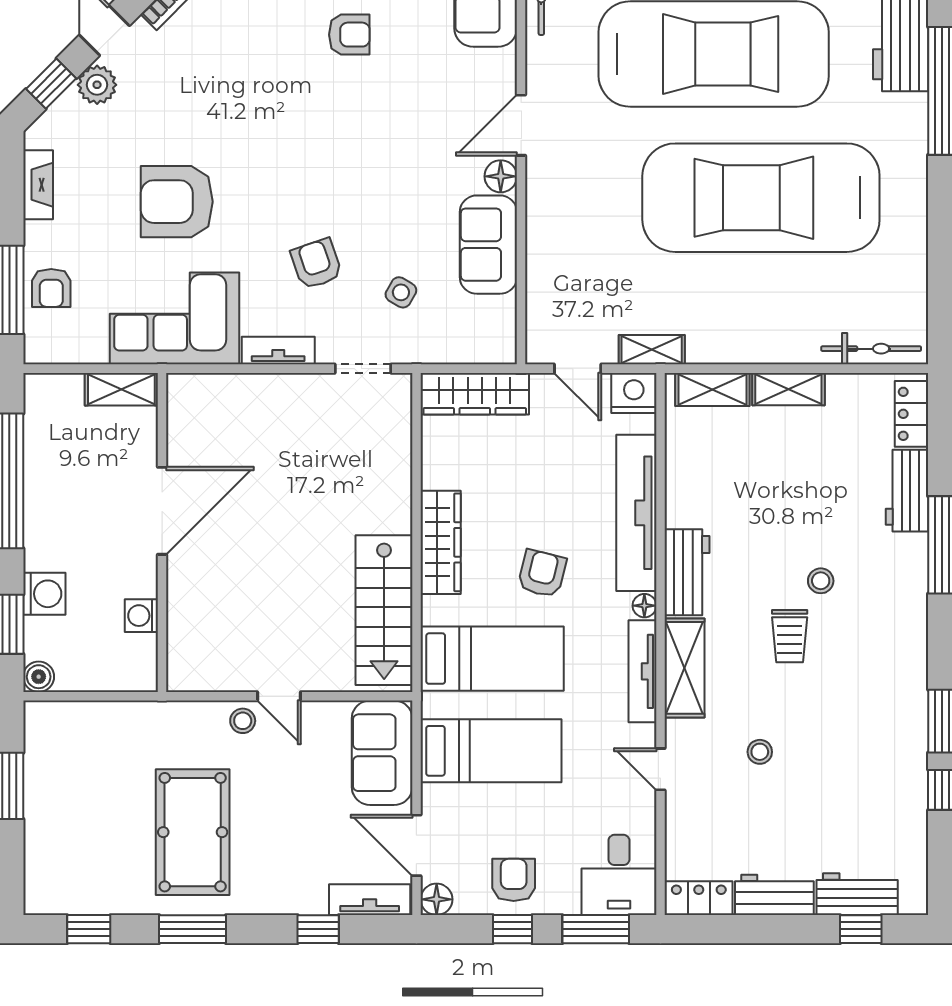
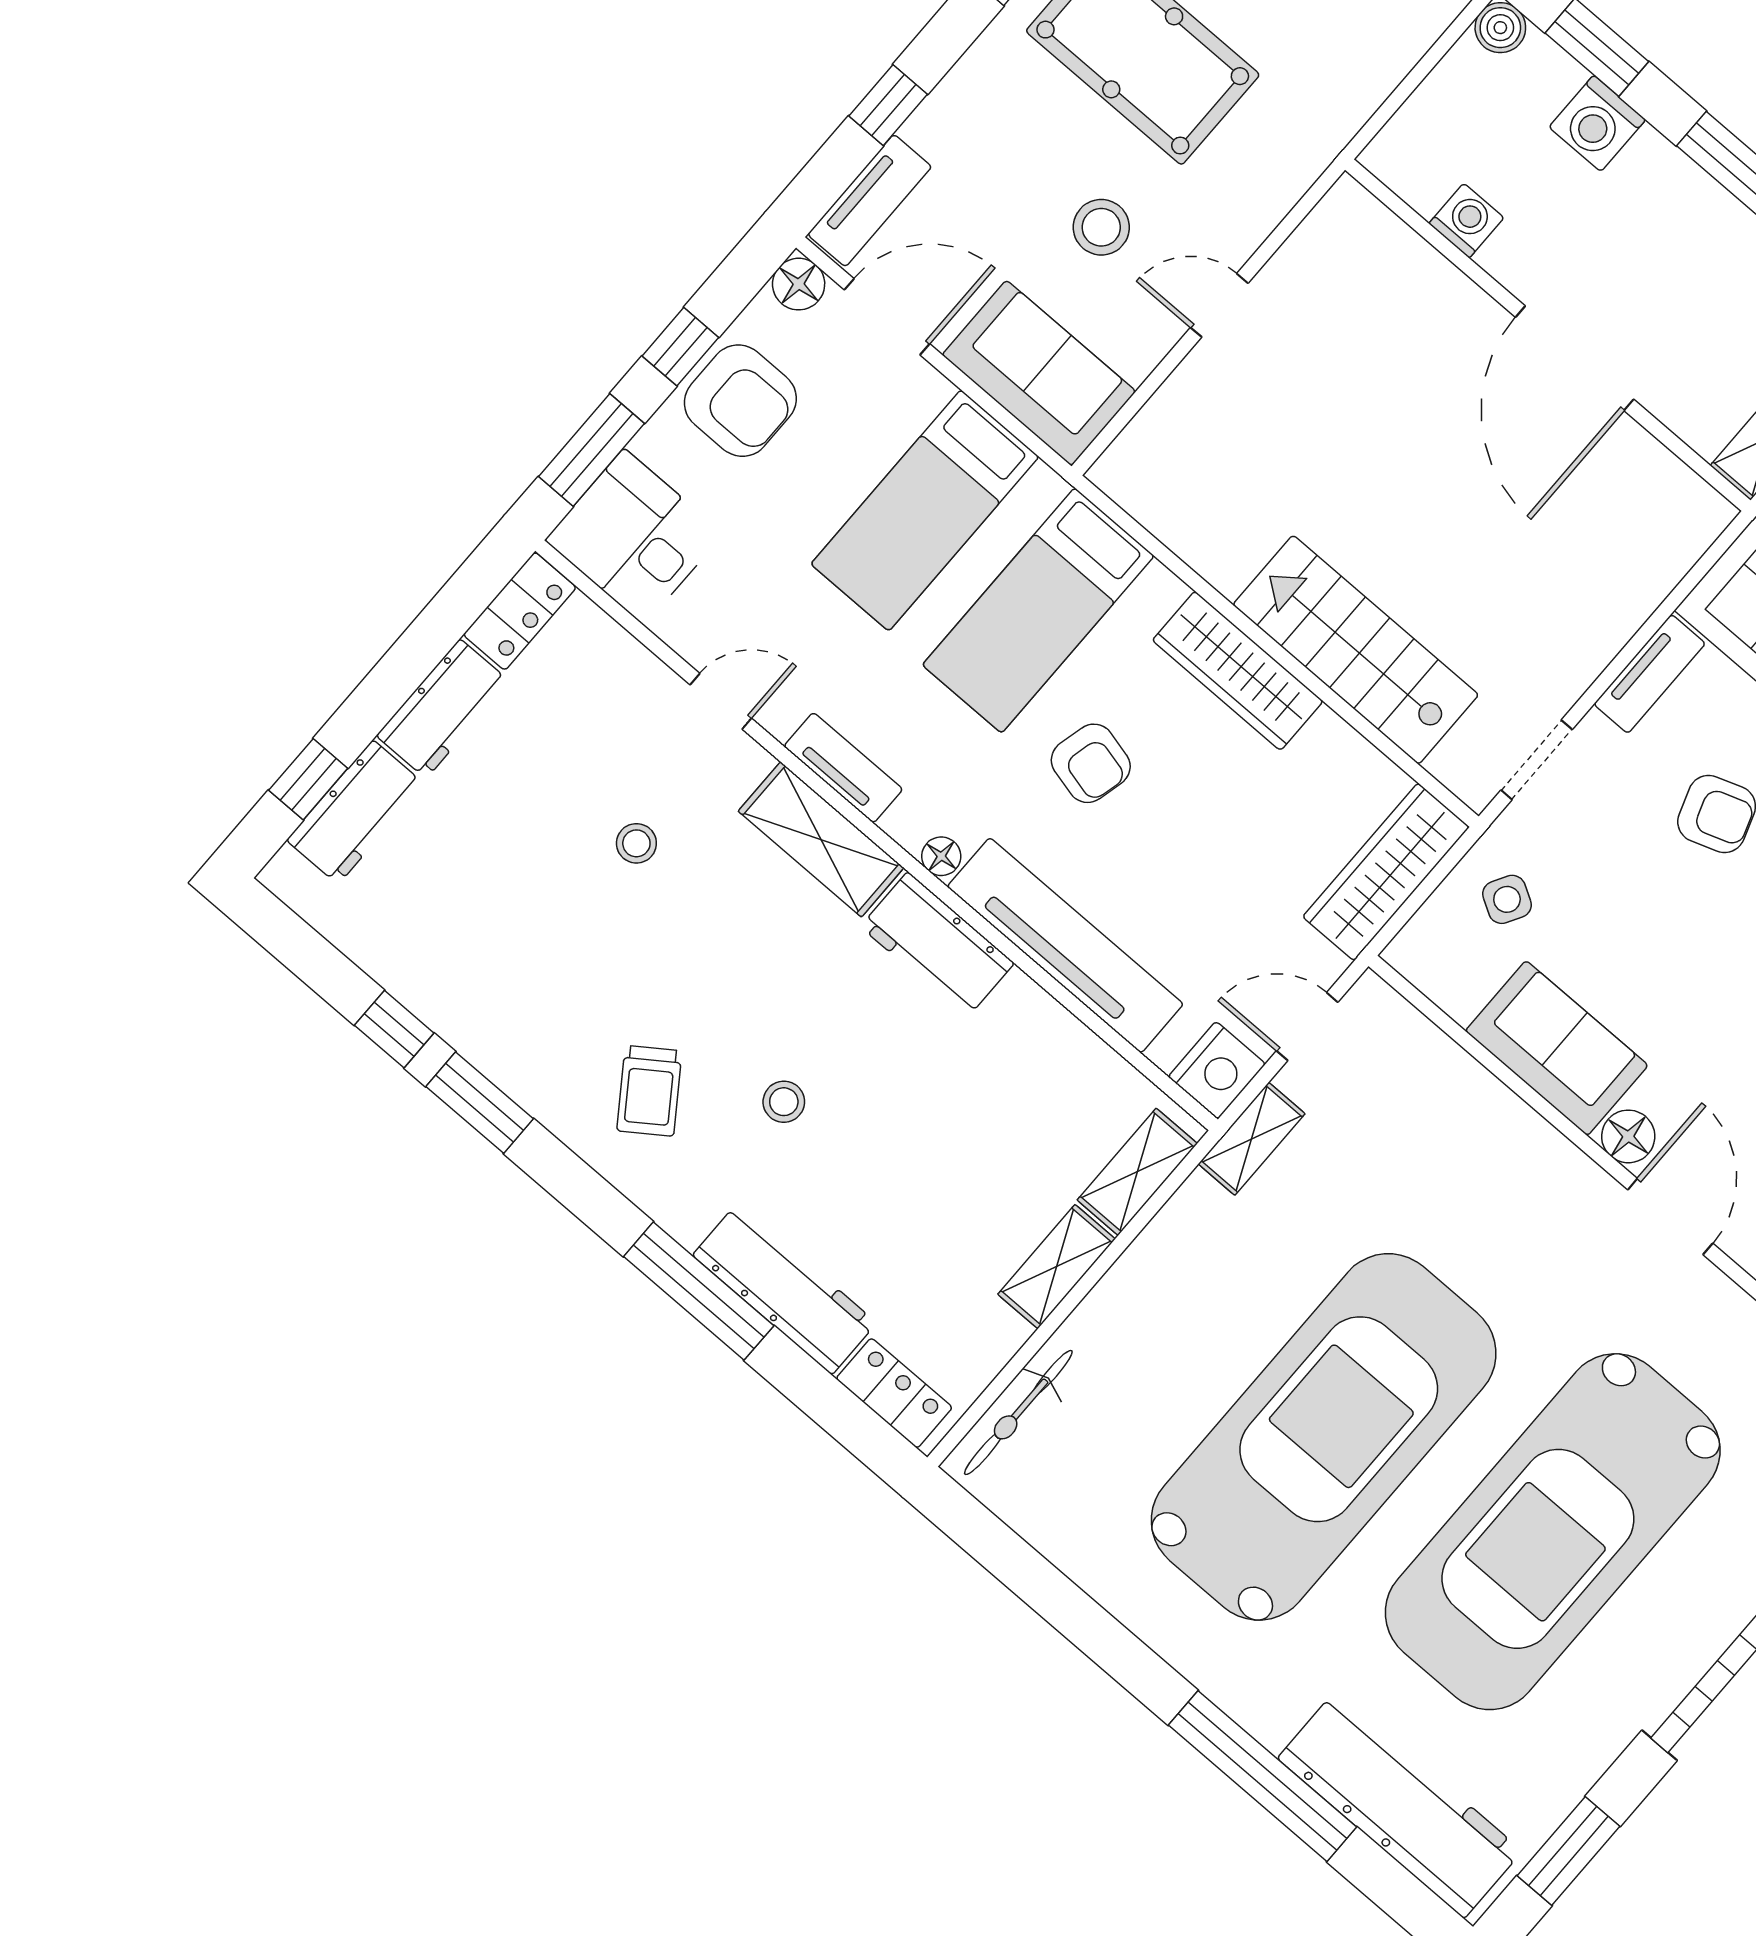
side table: (401, 292) -> (1507, 899), moved
workbench: (907, 491) -> (785, 1289), width x1.38
stairs: (384, 610) -> (1356, 650), moved
trolley: (790, 636) -> (649, 1091), moved, turned -125
tv unit: (642, 671) -> (843, 768), width x0.71
stool: (243, 721) -> (1101, 227), moved, width x1.37, depth x1.37
armchair: (514, 880) -> (740, 401), width x1.38, depth x1.38

